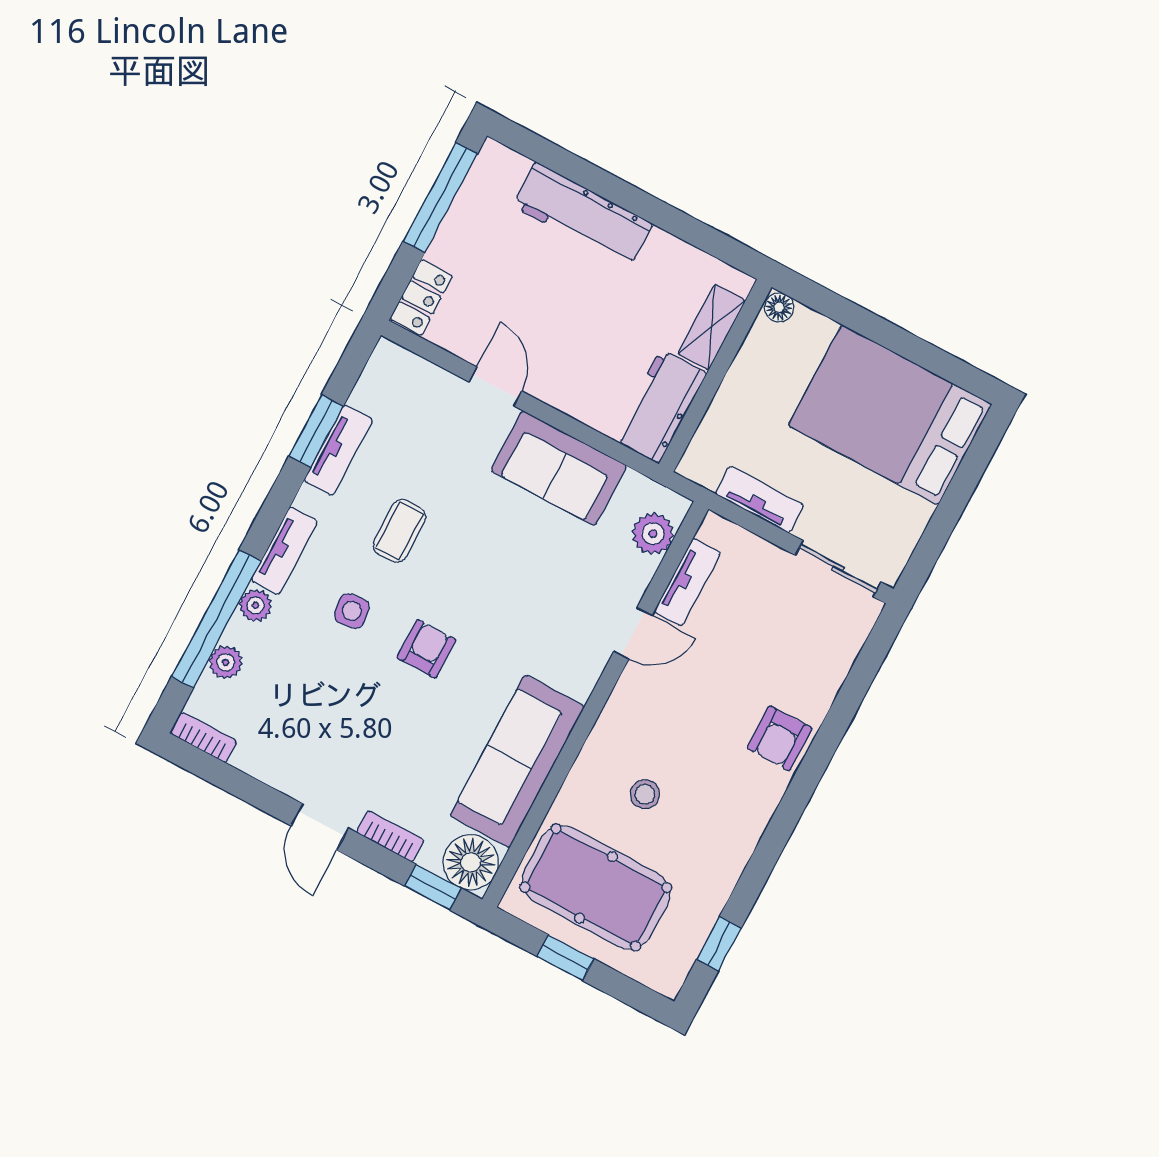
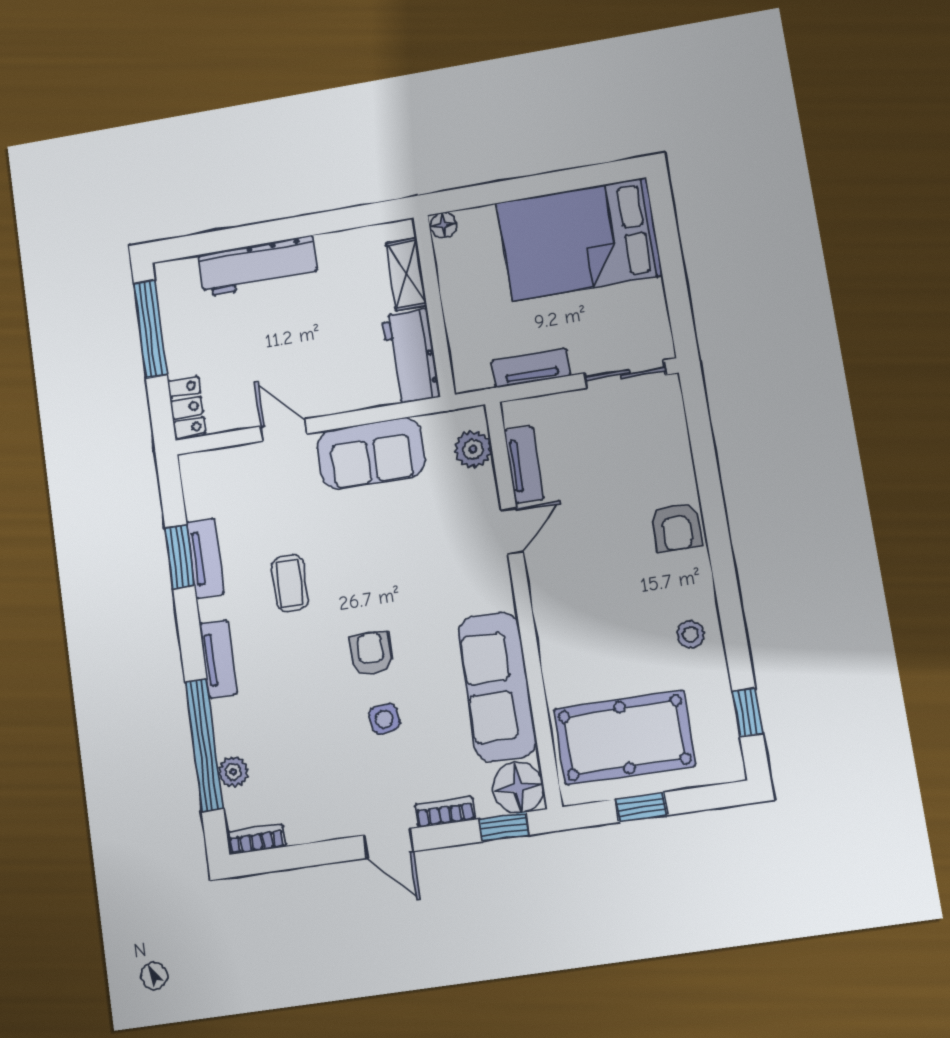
plant: (256, 605) -> (225, 714), removed
side table: (352, 611) -> (384, 719), moved
stool: (645, 794) -> (690, 634), moved

